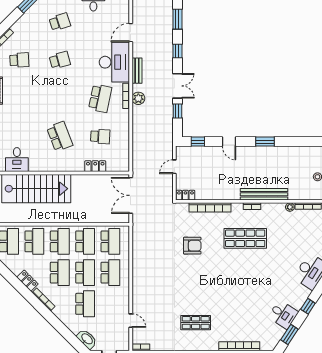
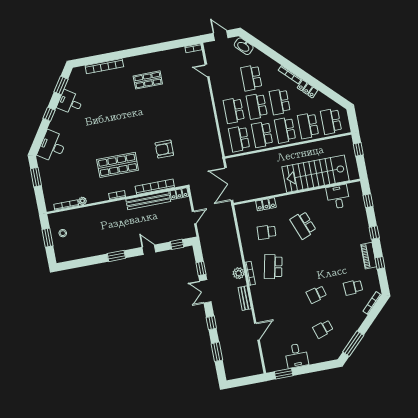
desk: (114, 62) -> (267, 302), removed
bench: (264, 194) -> (148, 200), moved
double door: (131, 195) -> (229, 184), swing flipped

